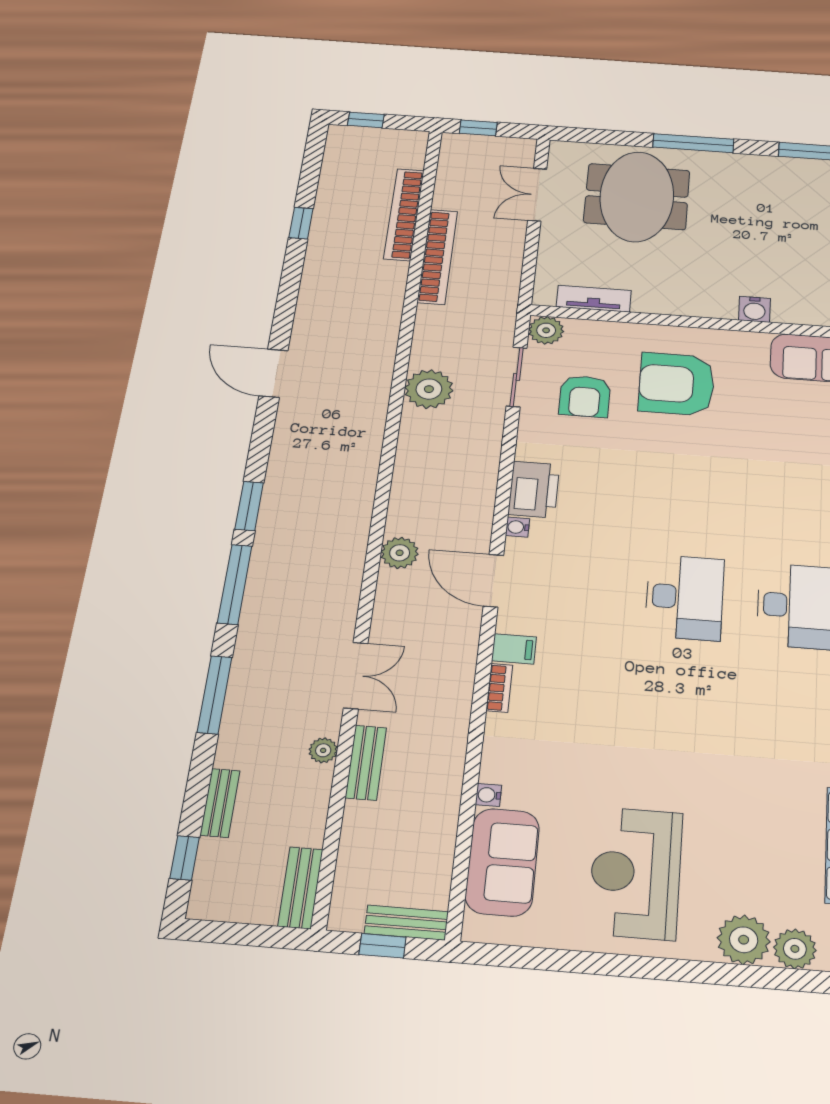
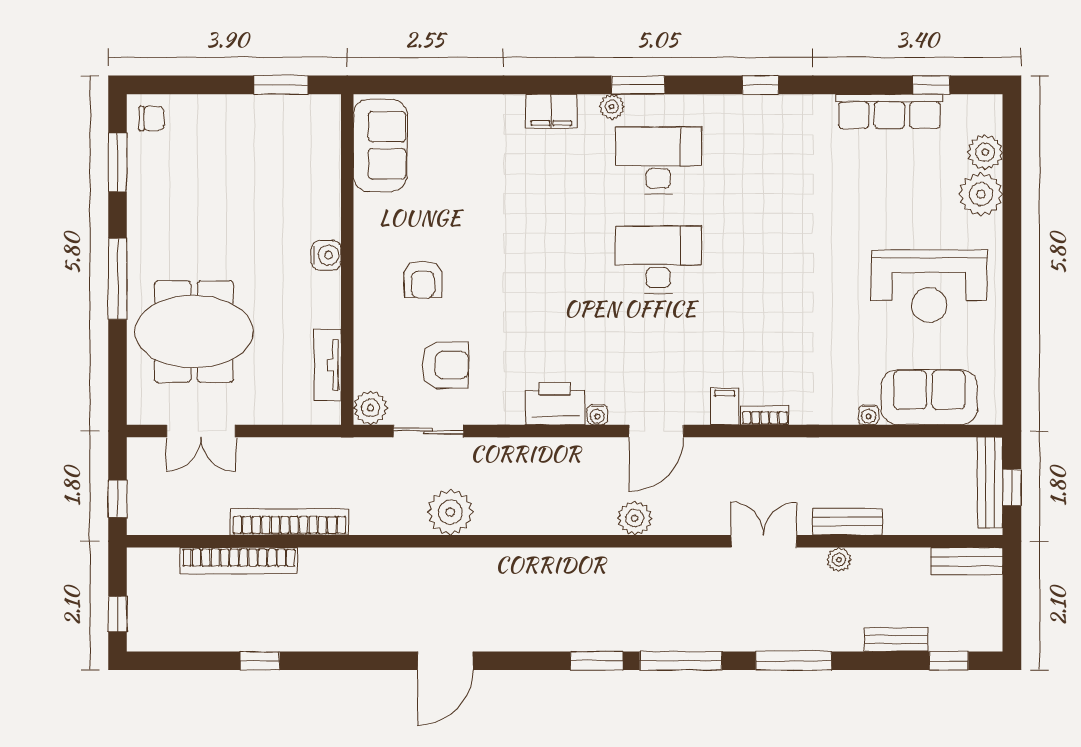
water cooler: (754, 309) -> (326, 255), moved
armchair: (677, 384) -> (423, 279), width x0.53, depth x0.53
bench: (406, 923) -> (990, 483), width x1.36

